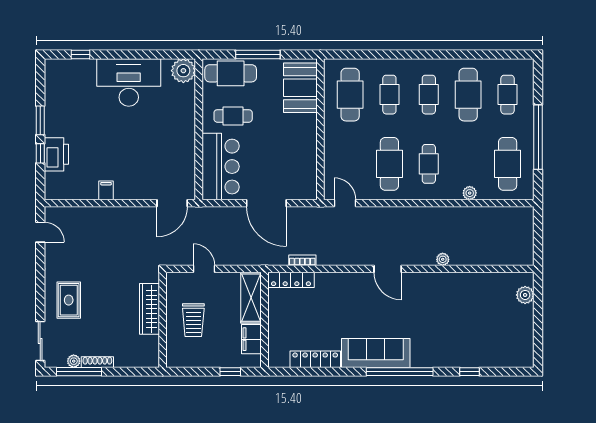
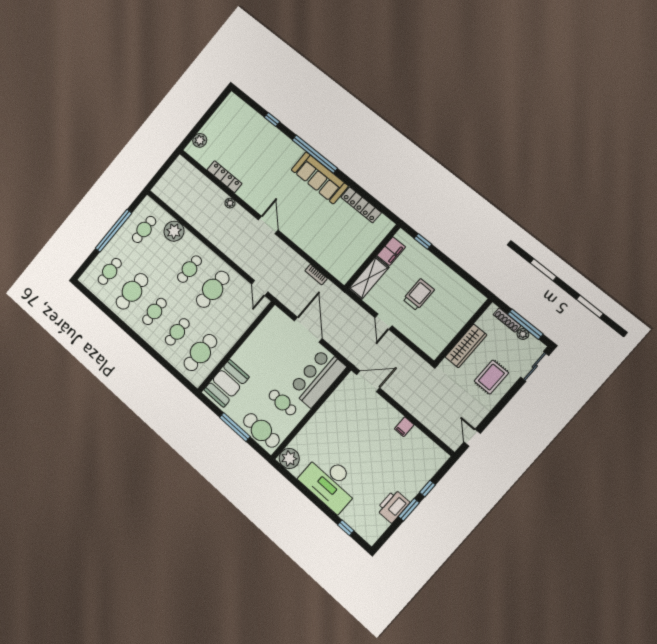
printer: (56, 154) -> (393, 506), moved
cafe table: (508, 164) -> (144, 229), width x0.73, depth x0.74
plant: (470, 193) -> (174, 231), width x1.88, depth x1.88
locker: (291, 280) -> (224, 177), moved
wardrobe: (149, 309) -> (466, 346), moved
wall: (163, 320) -> (463, 332), moved

